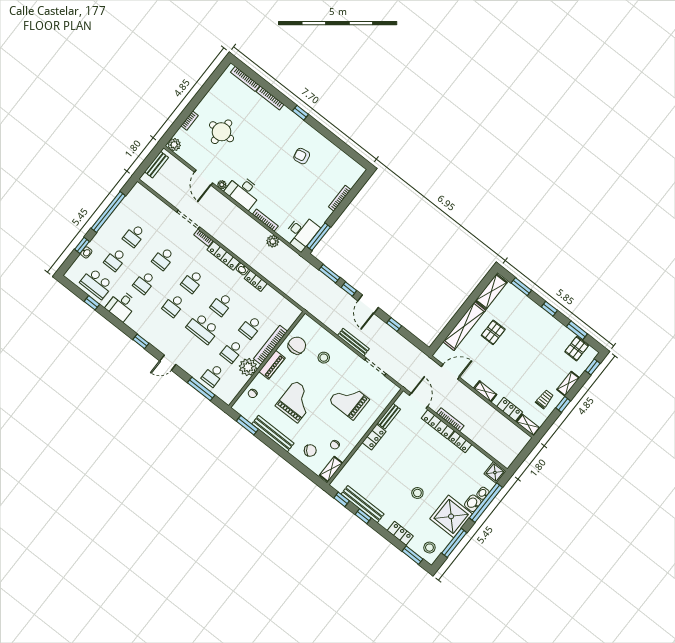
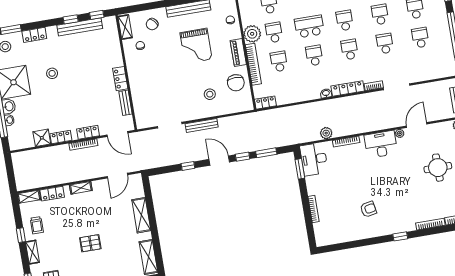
door: (204, 178) -> (417, 125), hinge flipped
window: (318, 237) -> (300, 169), width x0.69
locker: (256, 281) -> (265, 103), moved
shelving: (464, 326) -> (141, 215), width x0.68
pallet: (493, 332) -> (90, 243), moved, turned 90
grand piano: (349, 400) -> (163, 85), removed
locker: (438, 424) -> (88, 132), width x0.66
shower: (495, 473) -> (42, 138), moved

